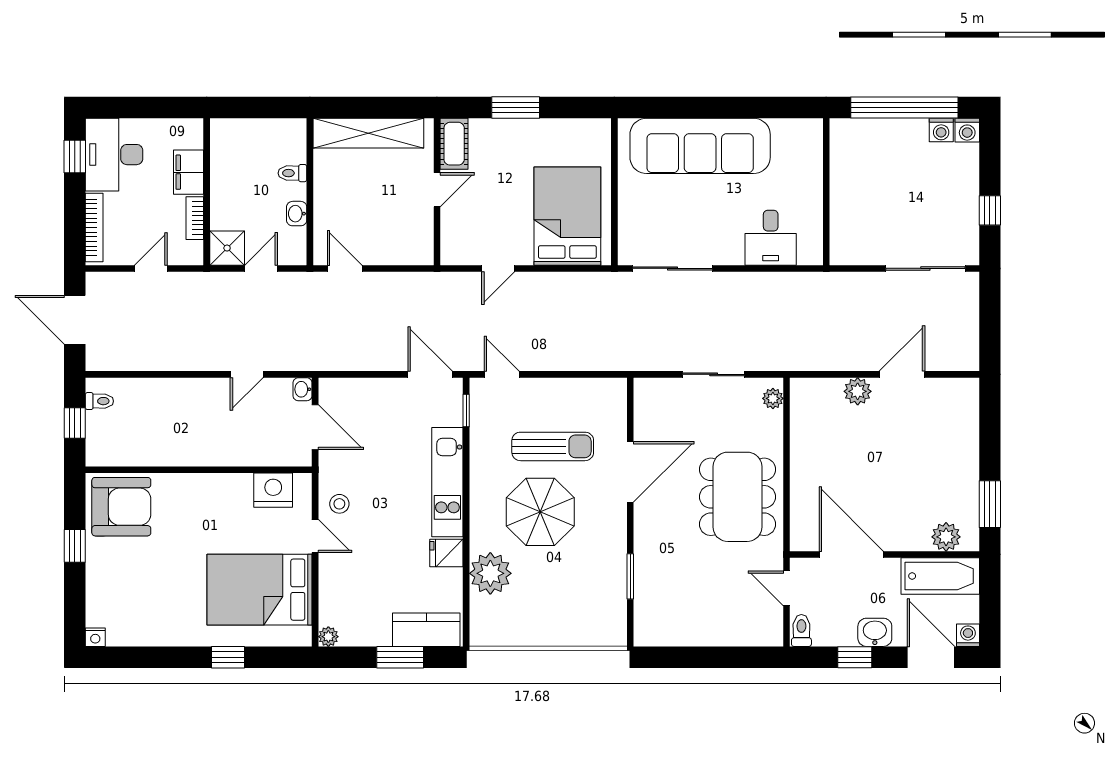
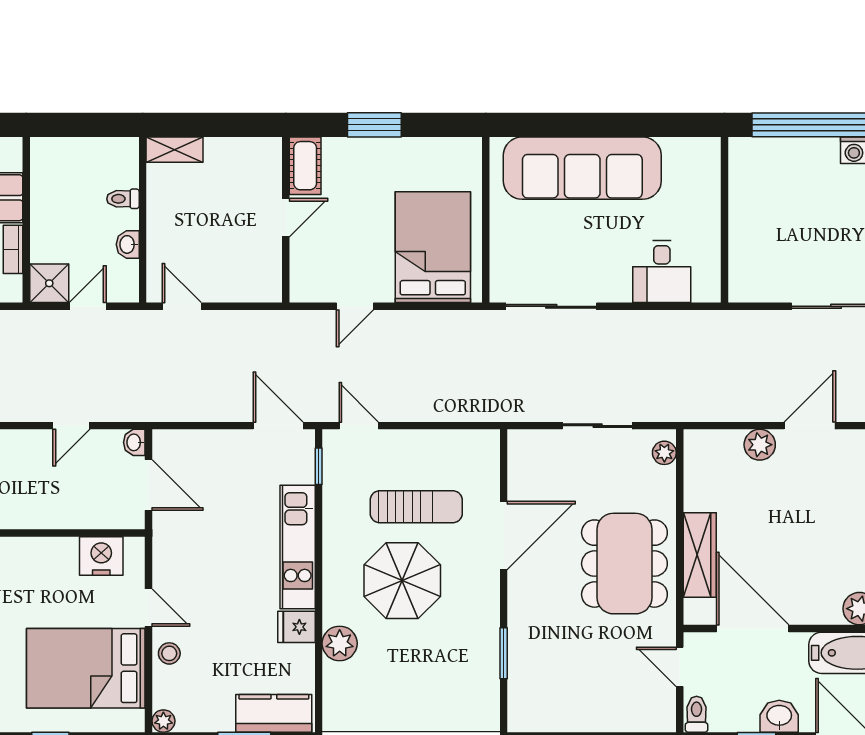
shelving: (368, 133) -> (175, 150), width x0.45, depth x0.75
wardrobe: (804, 489) -> (700, 555), added
stool: (339, 504) -> (169, 653), moved
plant: (490, 573) -> (340, 643), width x0.73, depth x0.73

